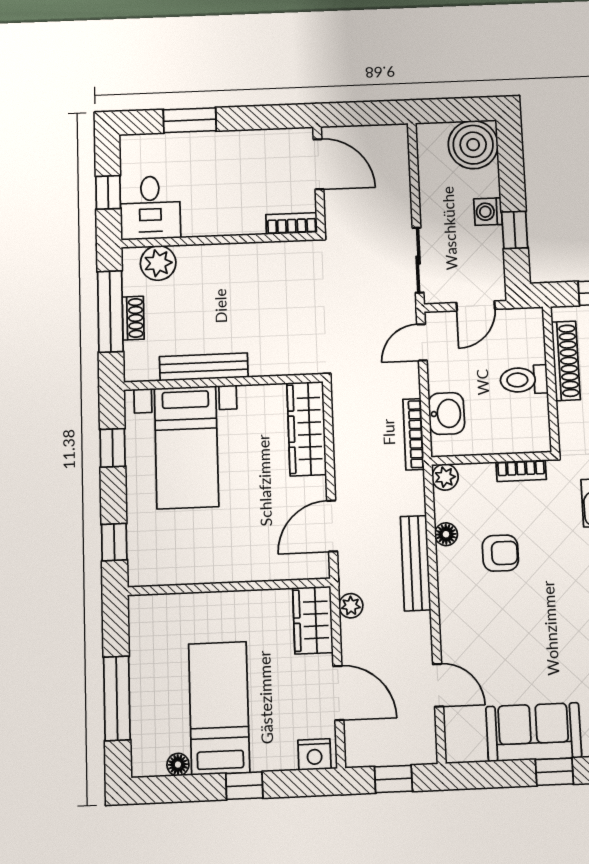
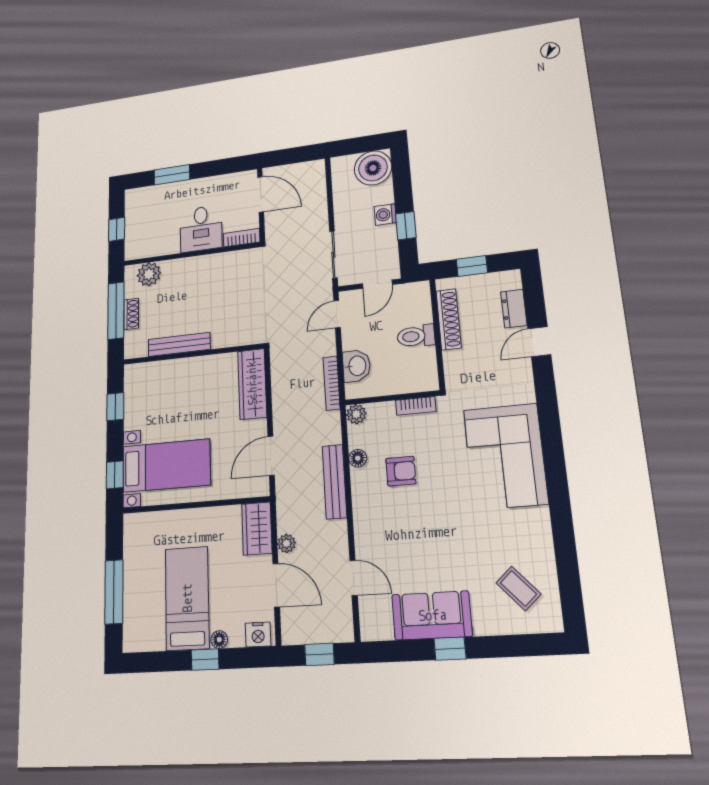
desk: (150, 208) -> (201, 229), moved
bed with nightstands: (187, 447) -> (166, 466), moved, turned -90
plant: (351, 606) -> (287, 543), moved
floor lamp: (178, 765) -> (219, 640), moved

